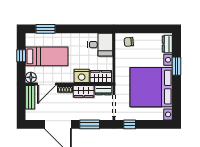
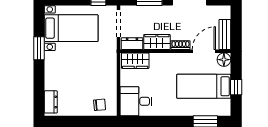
window: (177, 66) -> (39, 48), moved
nightstand: (82, 76) -> (159, 61), removed
bed with nightstands: (151, 87) -> (71, 28), width x0.54

